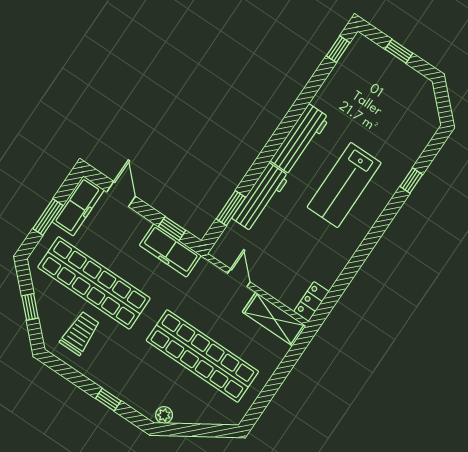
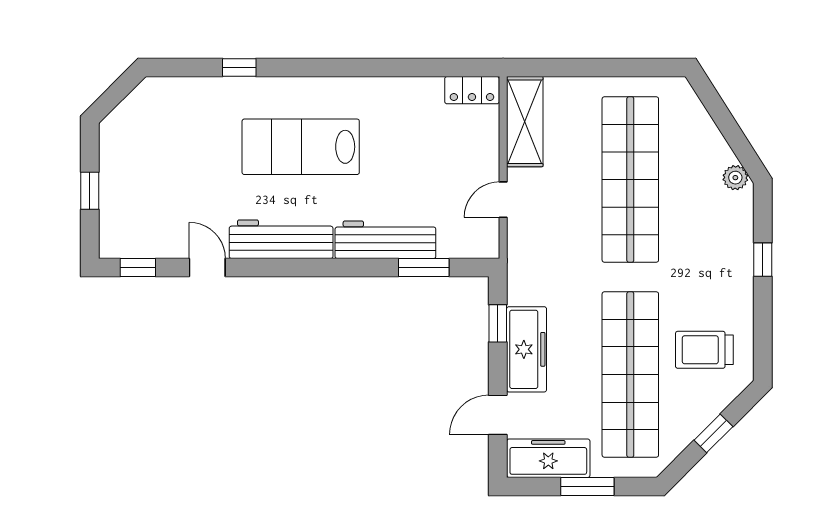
door: (312, 88) -> (207, 268), added
lab bench: (344, 185) -> (301, 147), turned 180
freezer: (170, 250) -> (527, 349), moved

